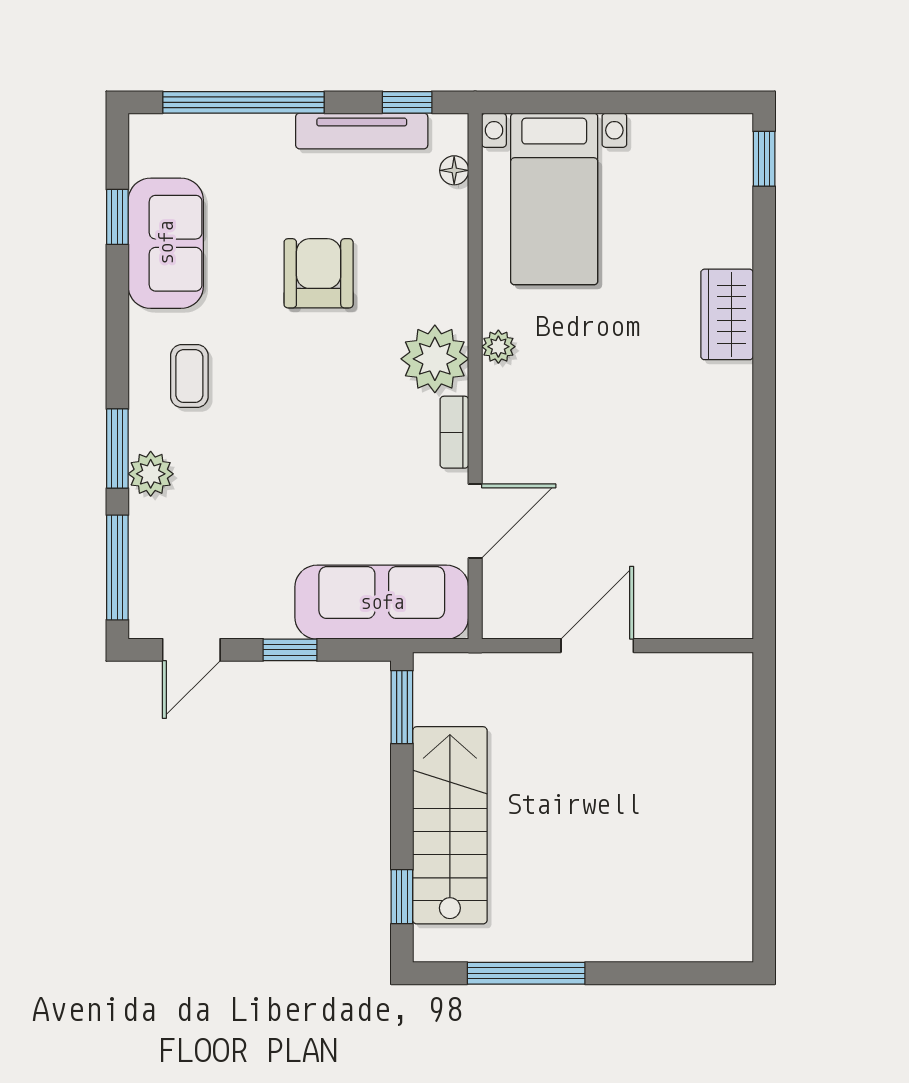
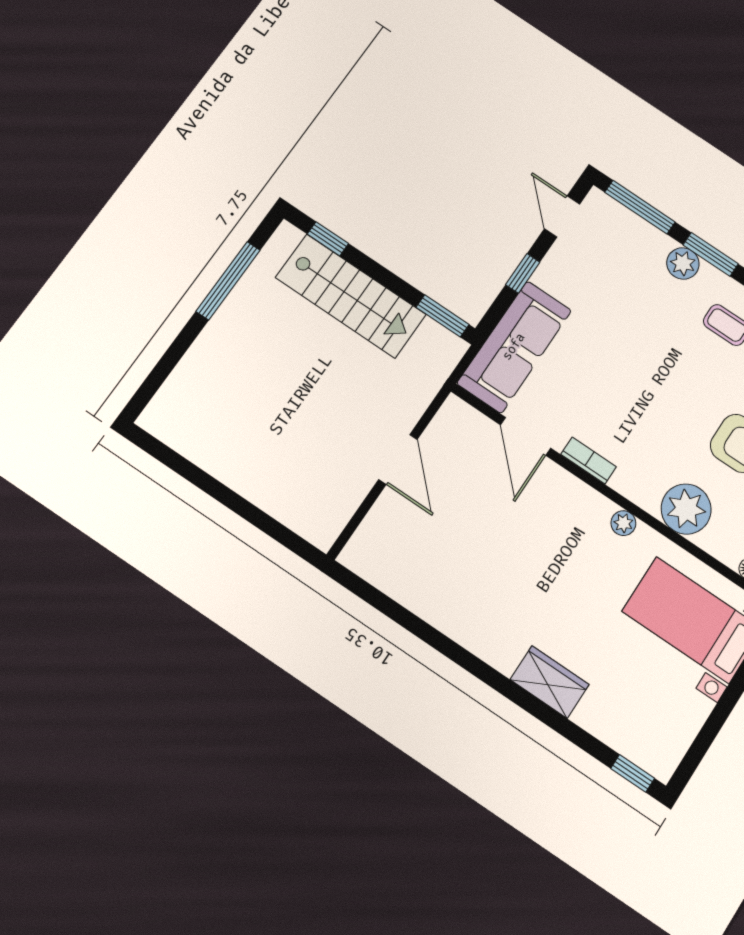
plant: (435, 359) -> (686, 509), moved

